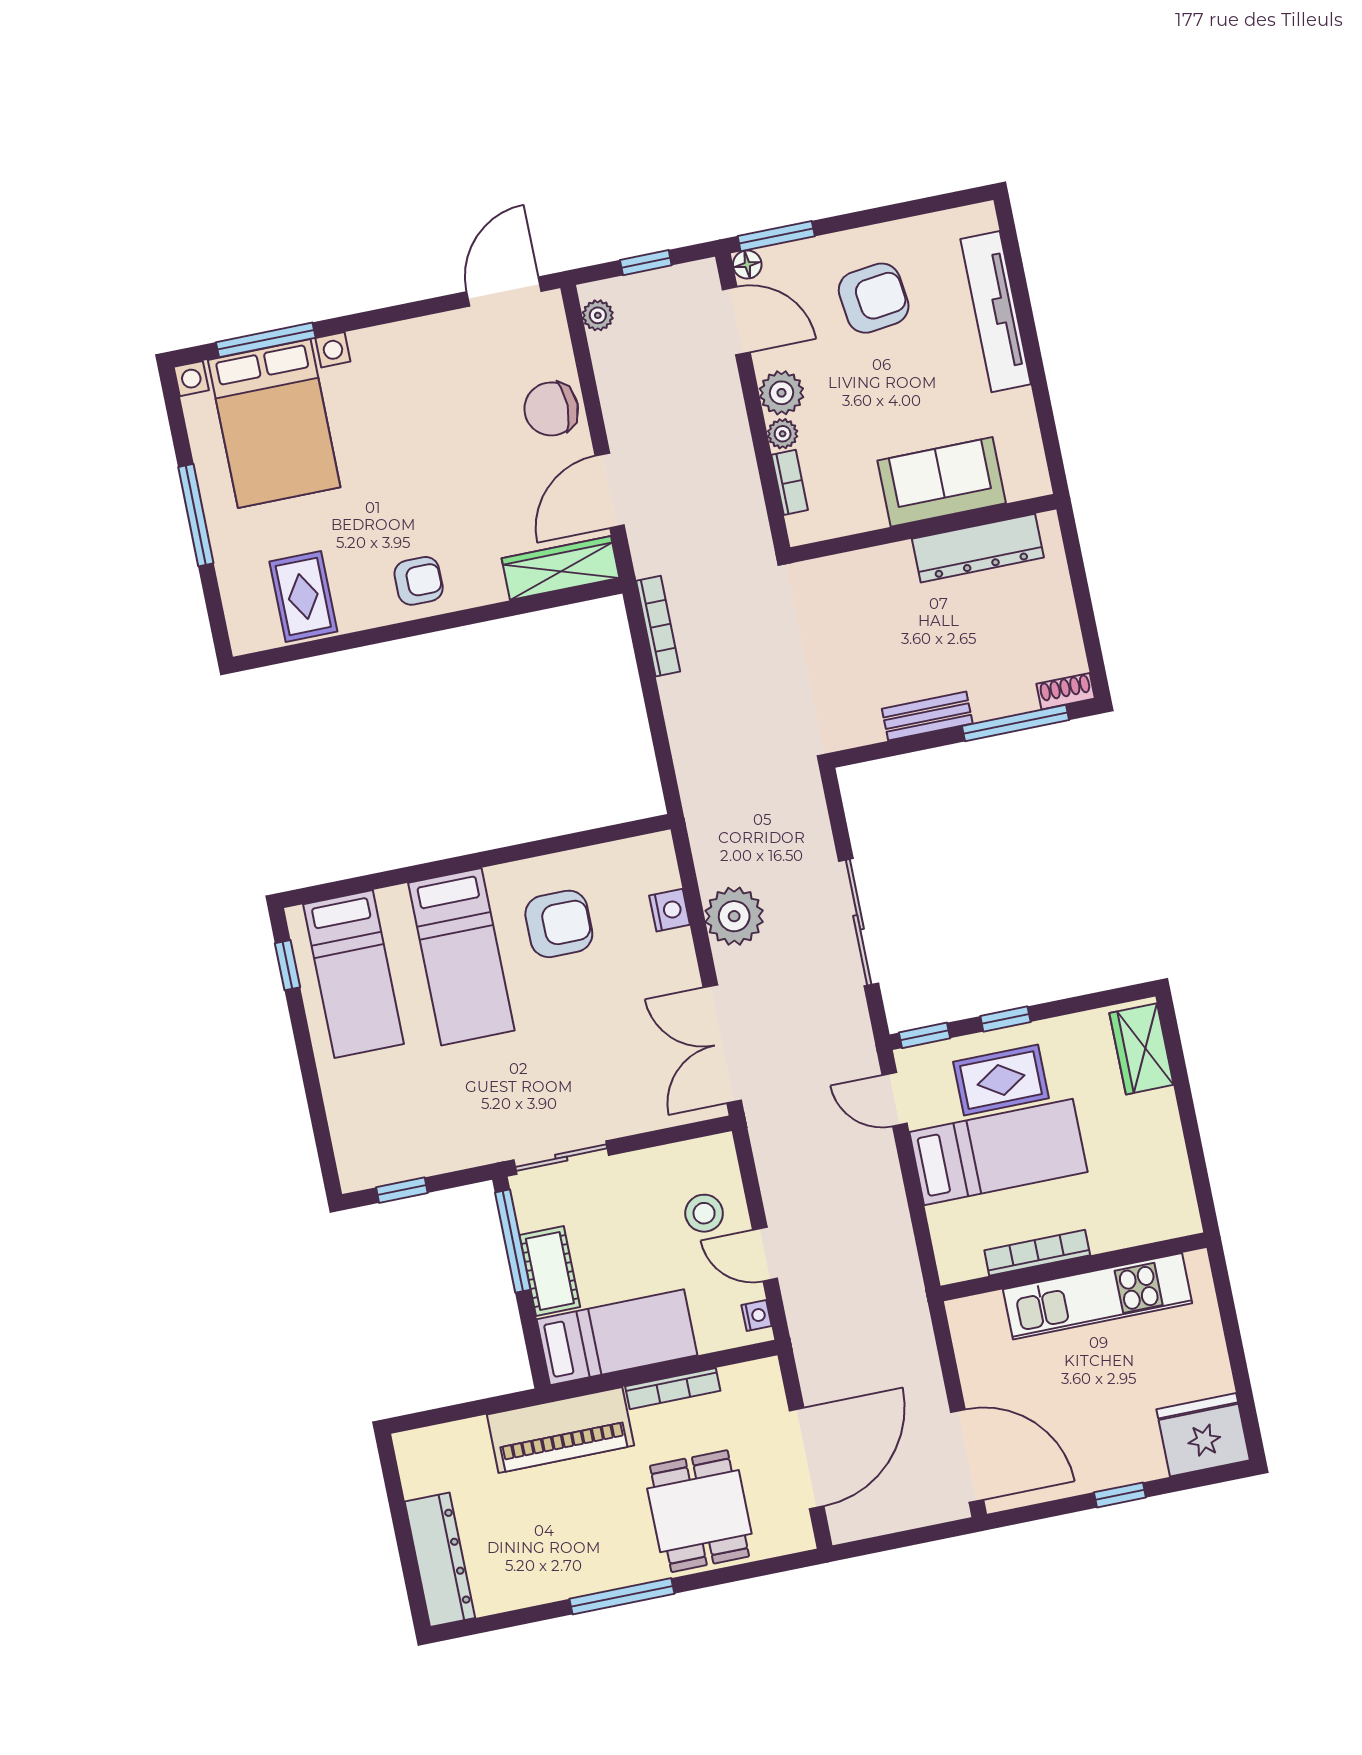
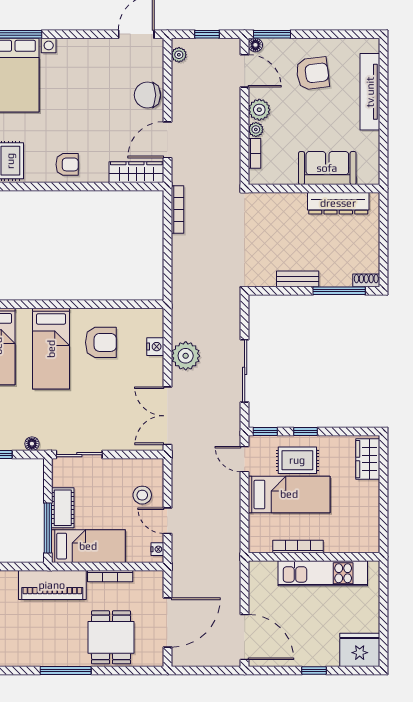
floor lamp: (462, 1155) -> (32, 444), added
window: (513, 1241) -> (48, 528), moved

